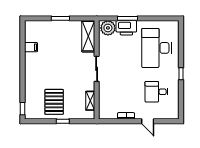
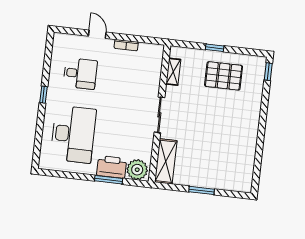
filing cabinet: (31, 47) -> (247, 155), removed
pallet: (54, 102) -> (224, 76), turned 90

